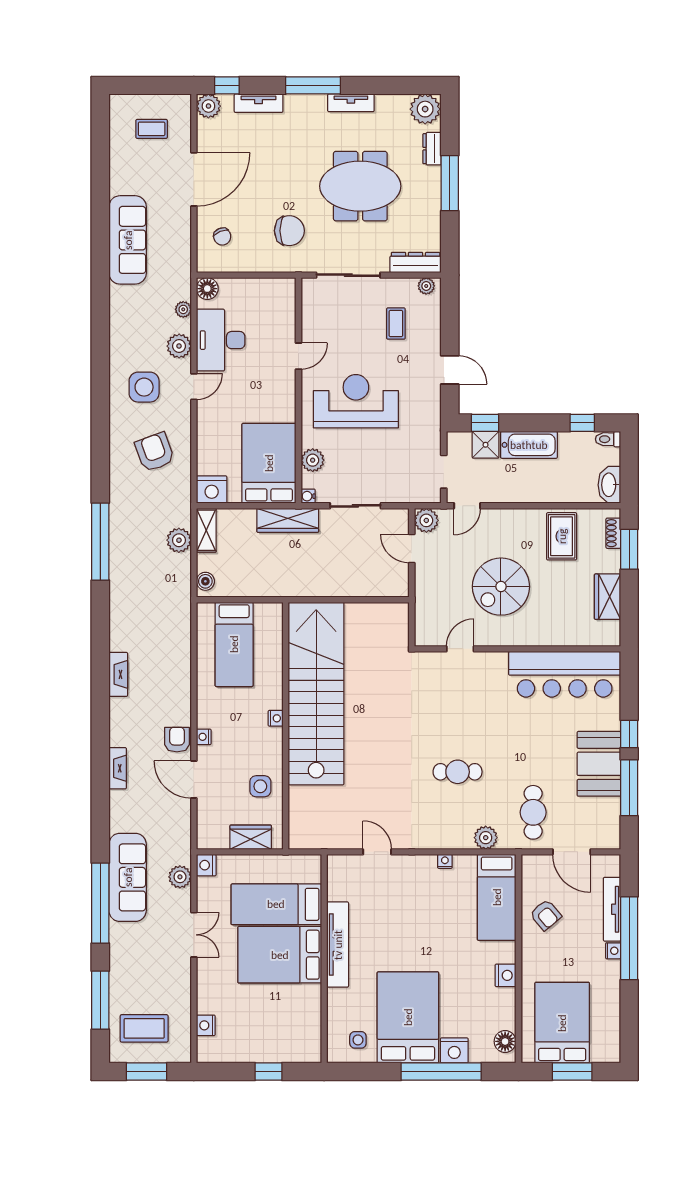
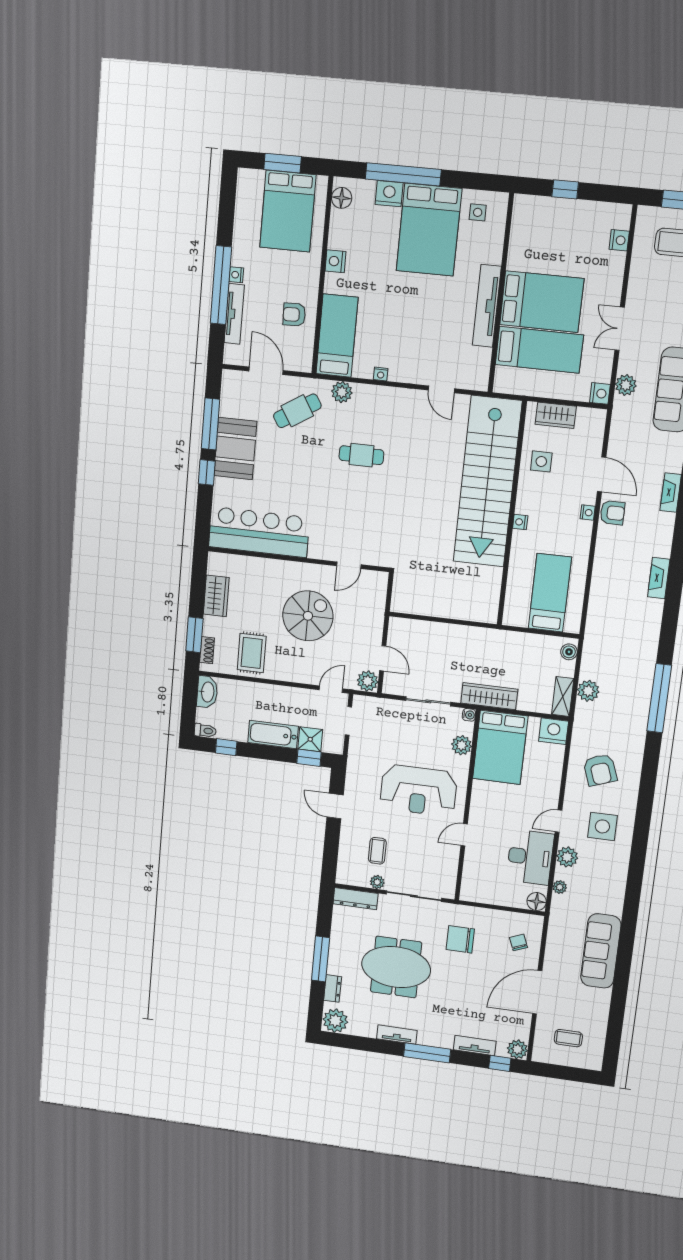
plant: (426, 286) -> (377, 882), moved
stairs: (316, 694) -> (488, 482), moved
armchair: (177, 740) -> (612, 513), turned -90
cafe table: (533, 812) -> (297, 411), turned 58
armchair: (546, 915) -> (294, 315), turned -52

